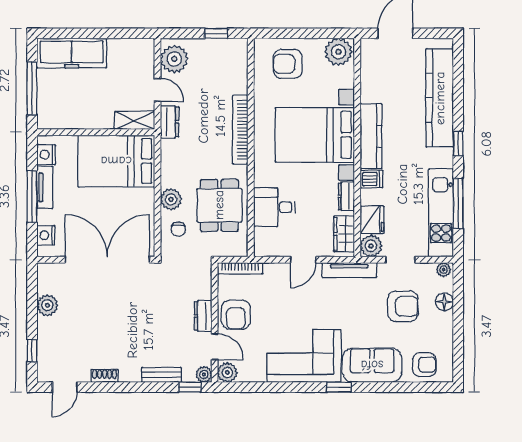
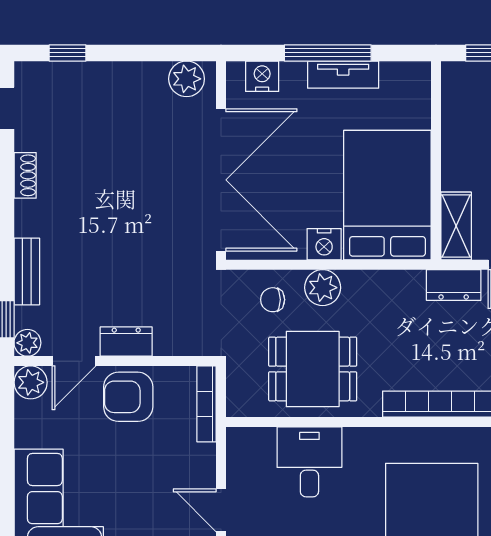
nightstand: (46, 155) -> (324, 244), moved, turned 180
plant: (47, 305) -> (187, 79), moved

